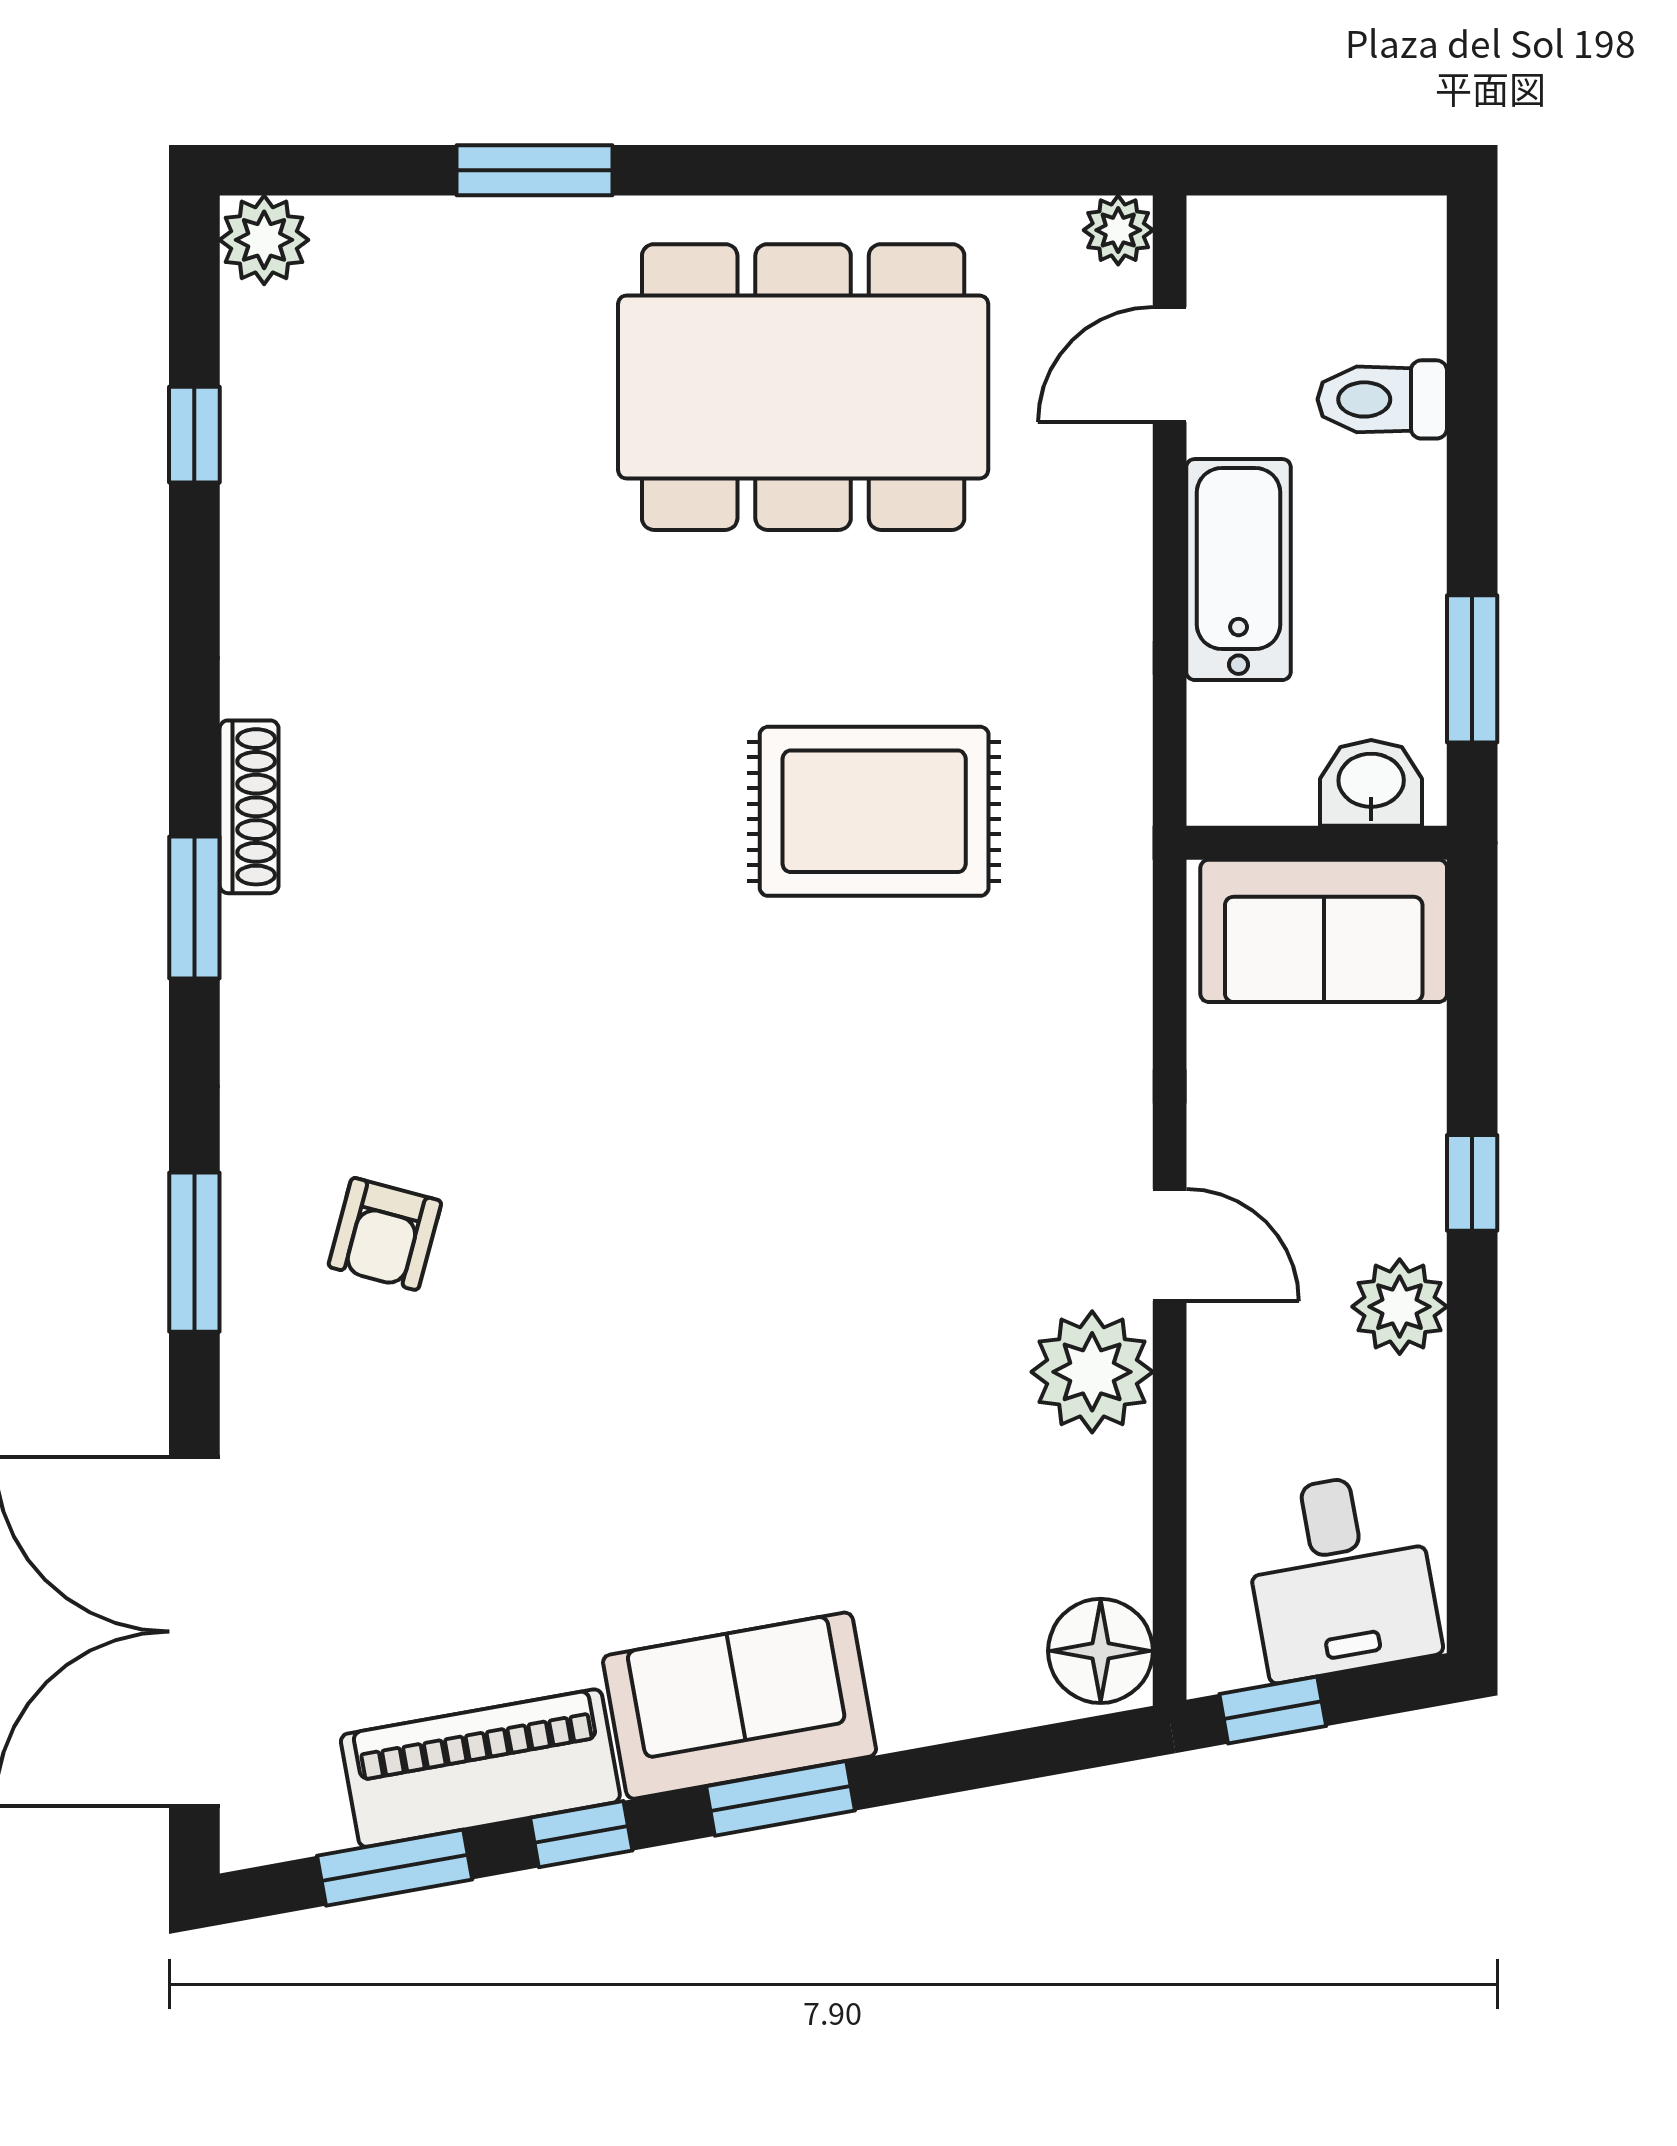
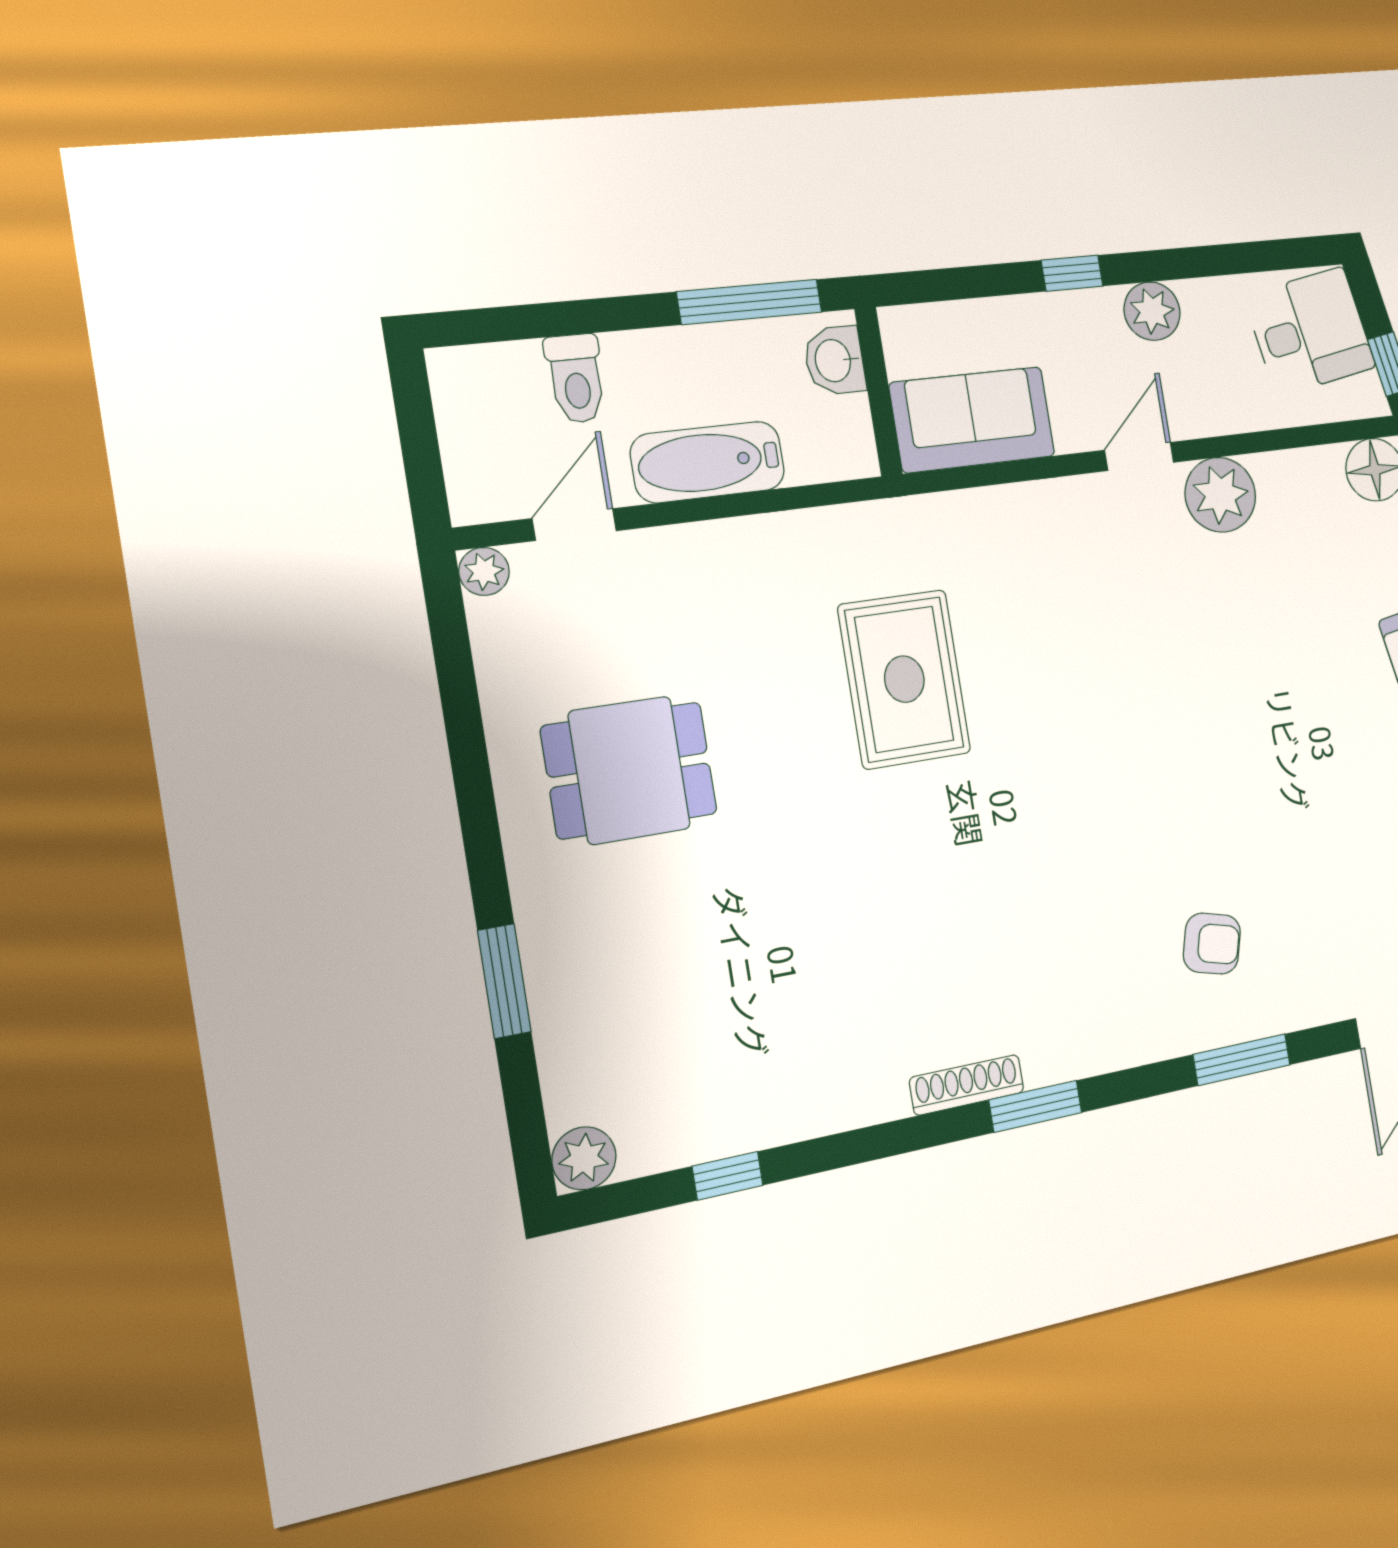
door: (1170, 365) -> (574, 525), swing flipped
dining table: (803, 387) -> (629, 770), width x0.53, depth x0.80
window: (1472, 669) -> (750, 302), width x1.44
sofa: (1324, 931) -> (972, 420), moved, turned -90

